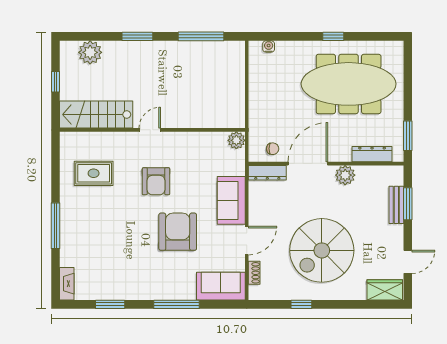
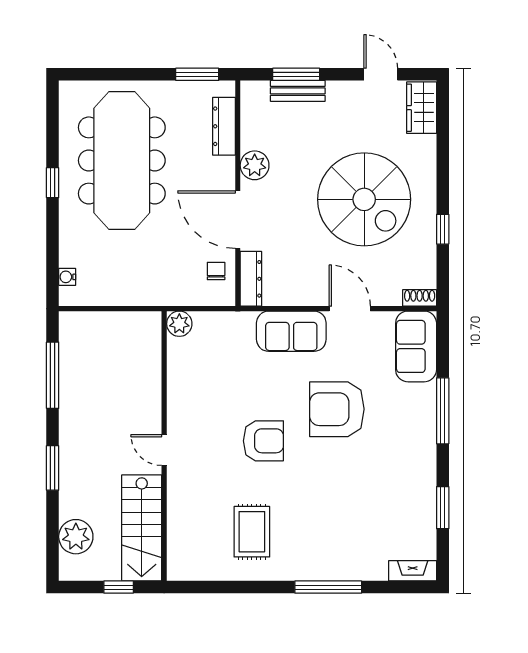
stairs: (96, 115) -> (142, 528), moved
door: (150, 130) -> (164, 450), moved
wall: (152, 130) -> (164, 446), moved
plant: (236, 140) -> (179, 324), moved
shoe rack: (254, 273) -> (420, 298), moved

